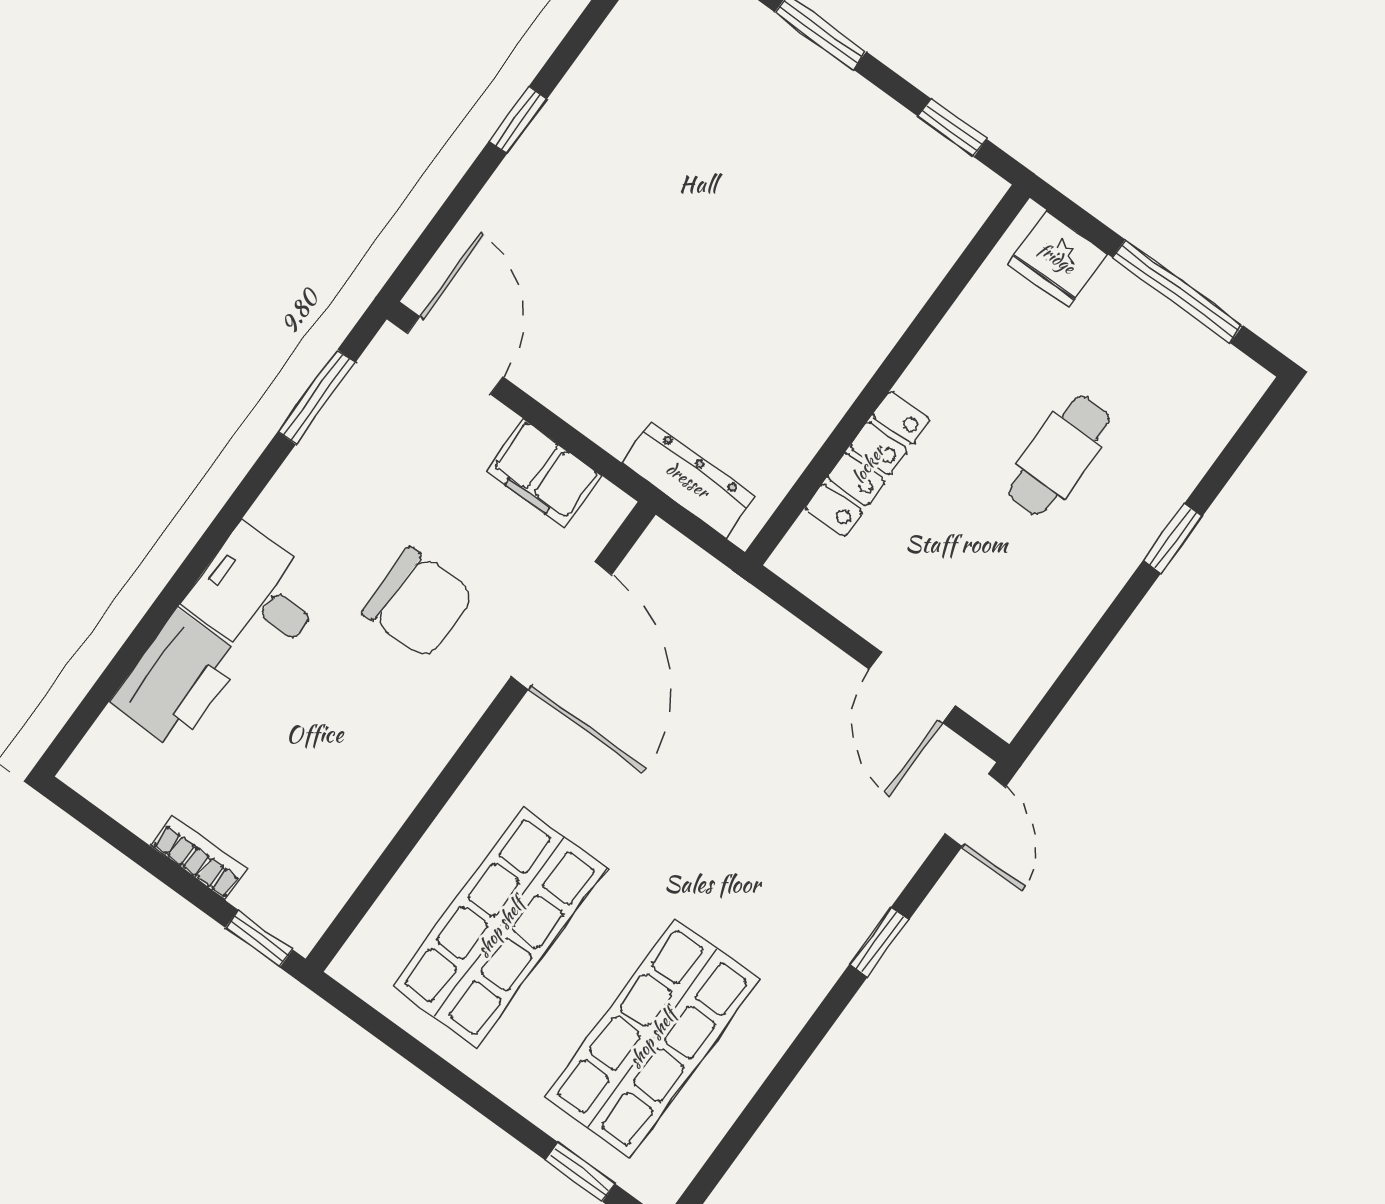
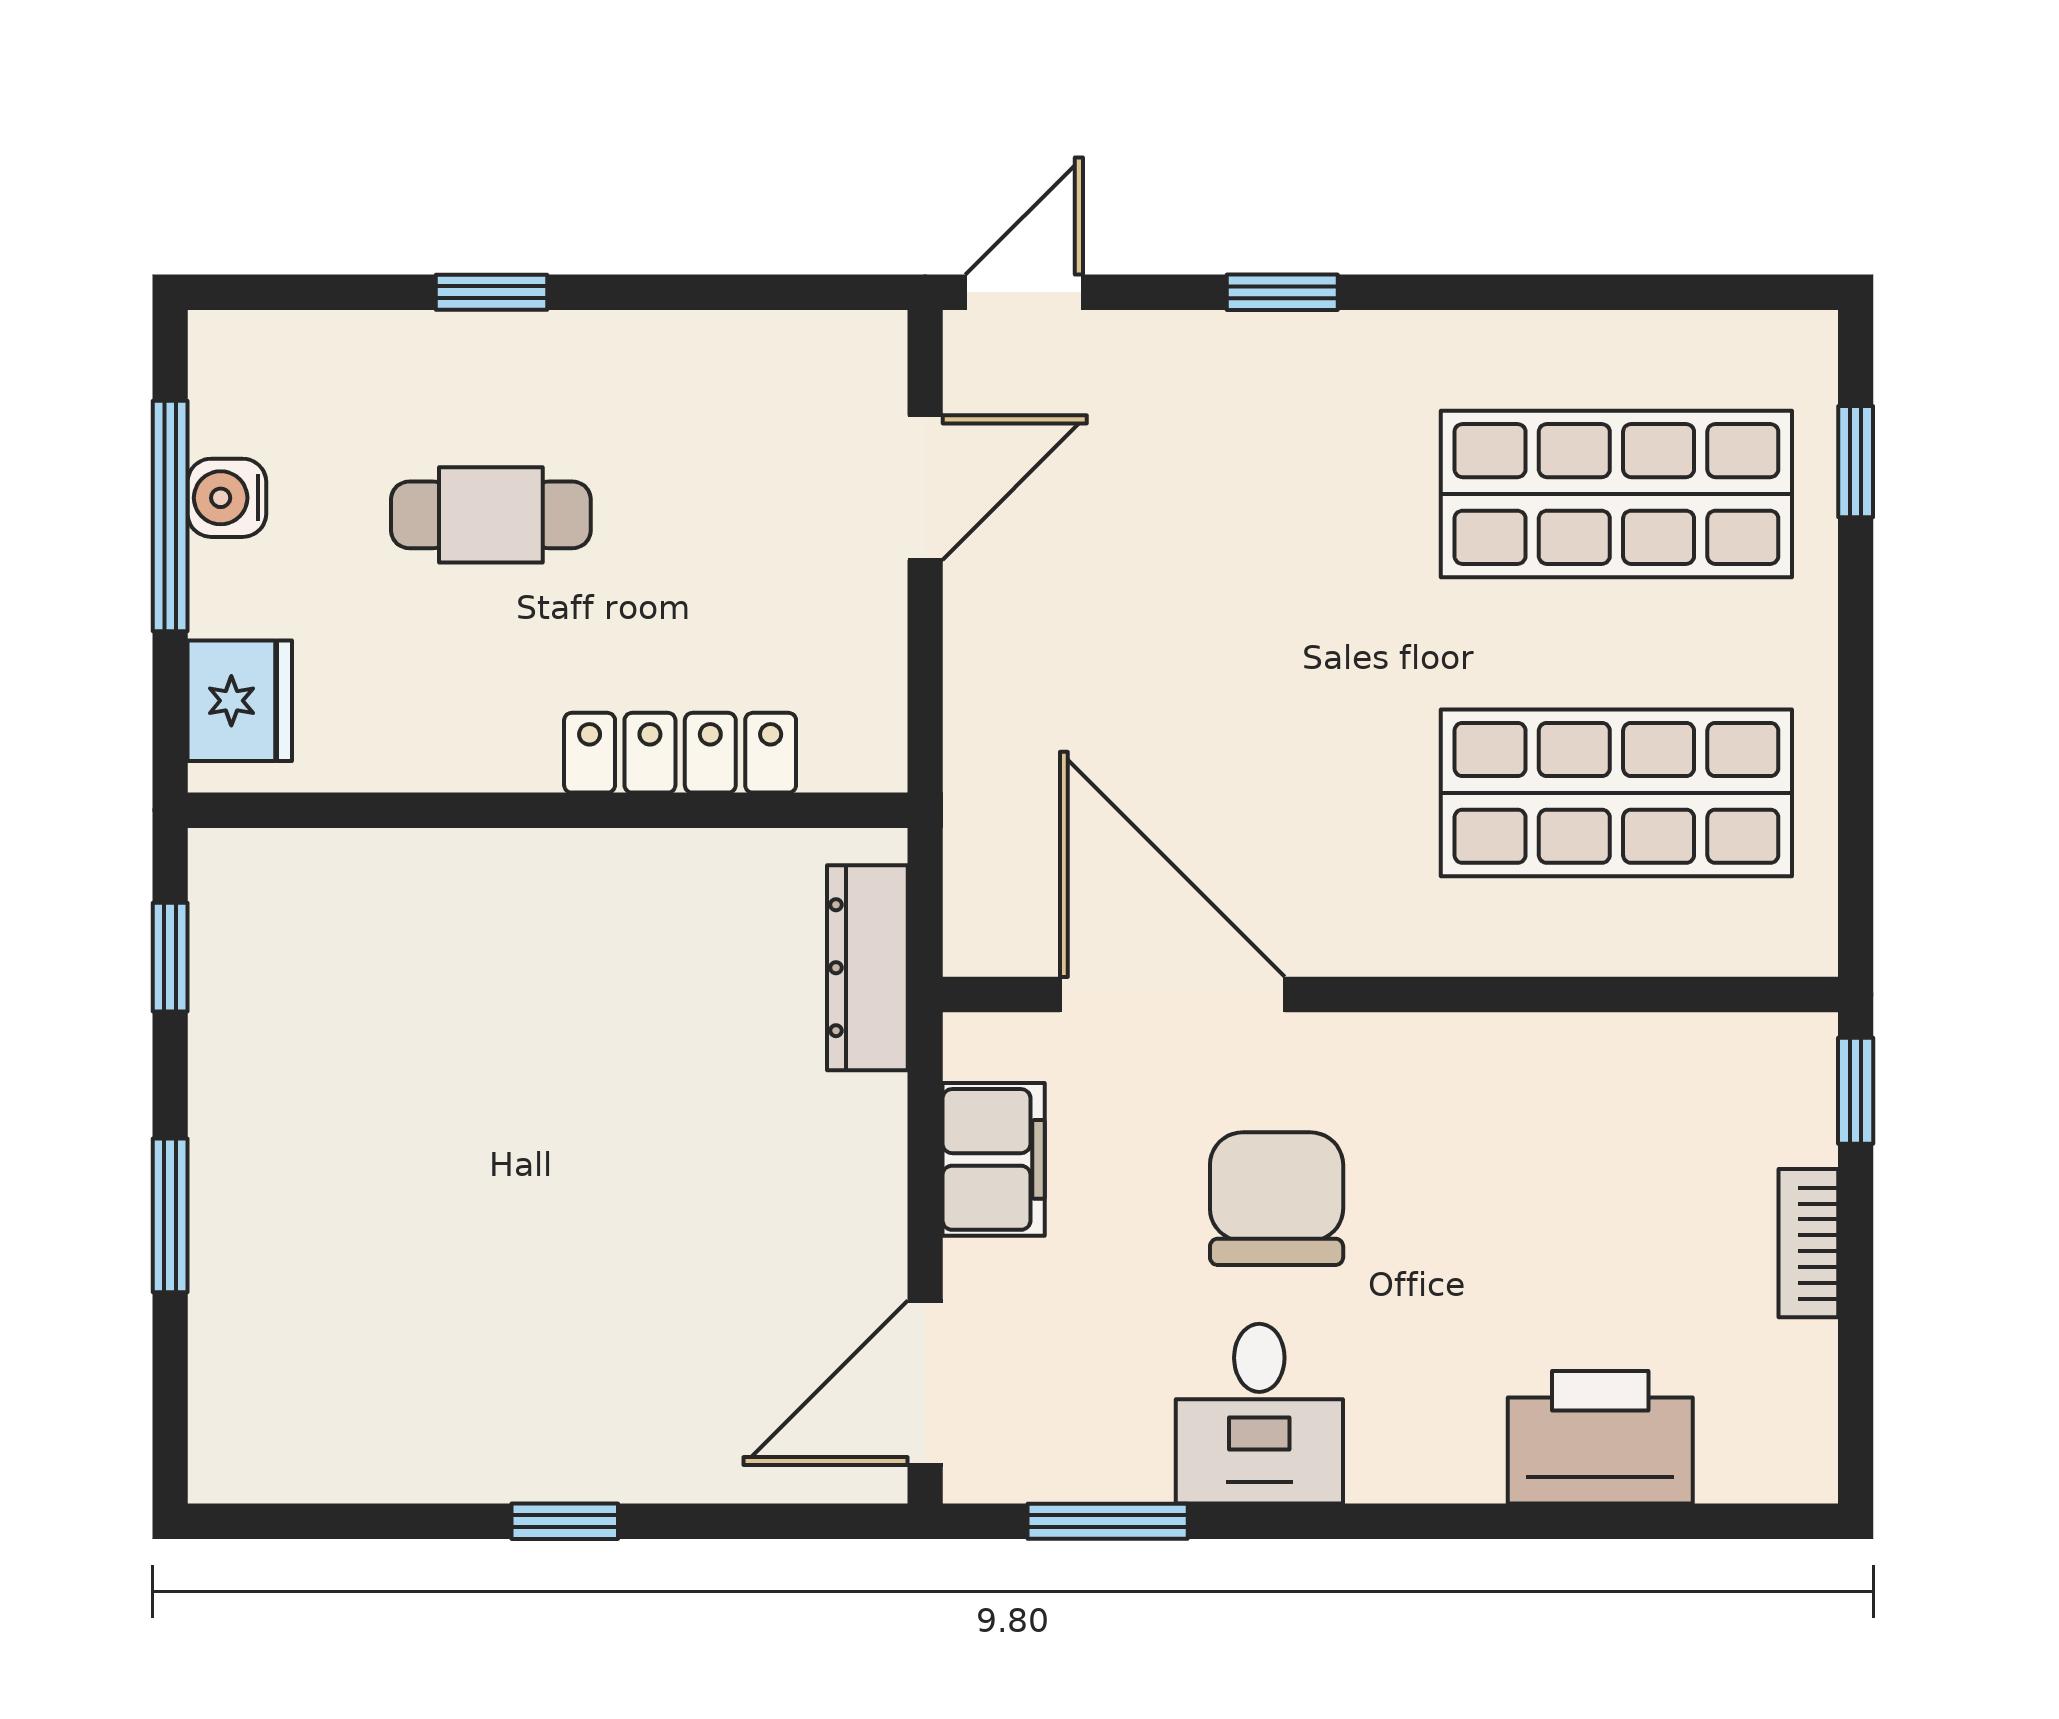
water cooler: (1166, 327) -> (227, 498), added
desk: (257, 595) -> (1259, 1414), moved
door: (561, 626) -> (1172, 995), hinge flipped

